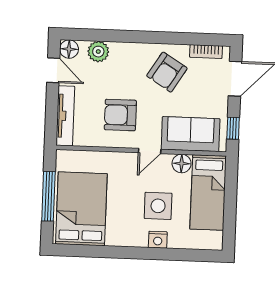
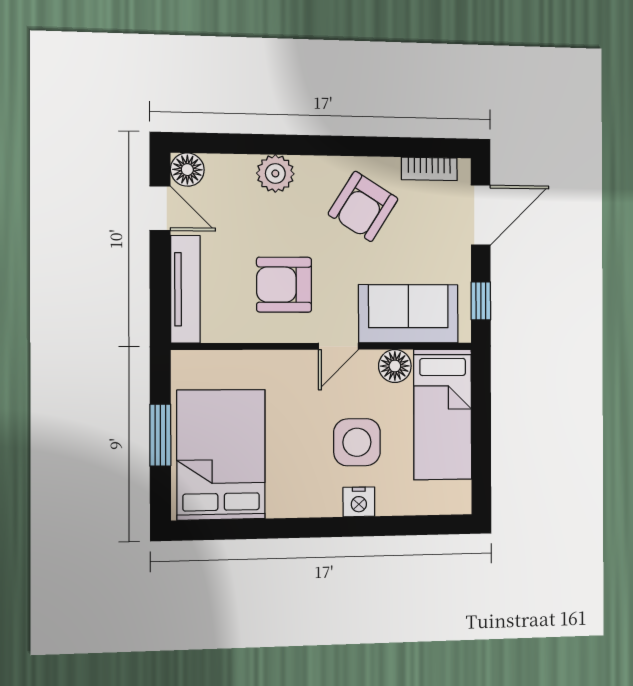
plant: (98, 52) -> (275, 173), moved
window: (48, 196) -> (160, 435), width x0.69

